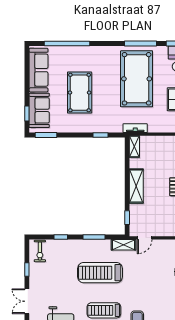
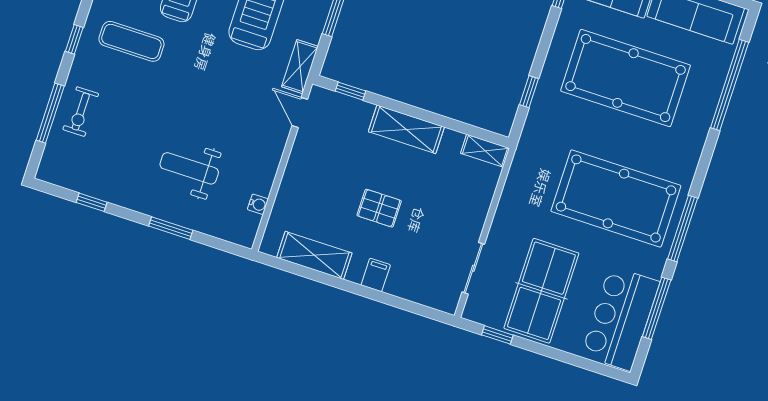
pool table: (80, 93) -> (626, 78), width x1.36, depth x1.32
tv unit: (135, 128) -> (520, 164), removed

